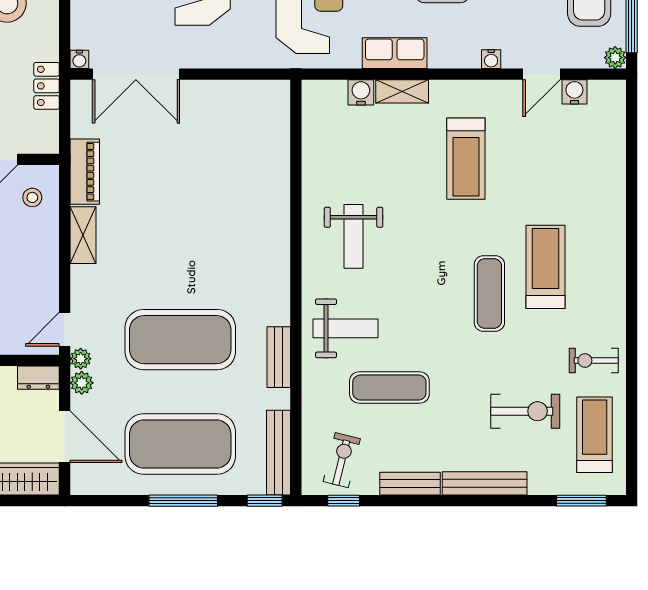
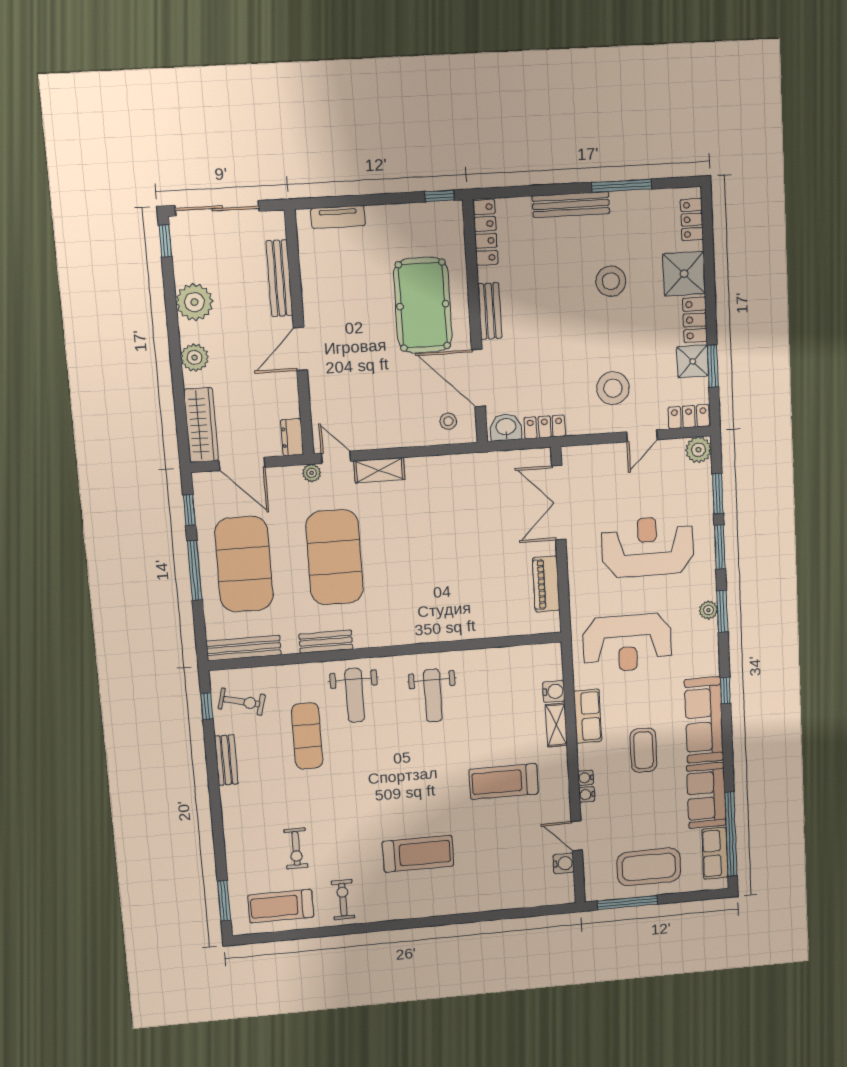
plant: (615, 58) -> (593, 893), removed
water cooler: (79, 59) -> (586, 778), moved
washbasin: (44, 131) -> (506, 427), added
piano: (85, 172) -> (546, 584), moved, turned 90
shelving: (83, 235) -> (379, 470), moved
weight bench: (354, 236) -> (433, 696), turned -90
exercise mat: (489, 293) -> (393, 811), removed
plant: (82, 383) -> (290, 475), removed
exercise bike: (525, 411) -> (296, 849), width x0.73, depth x0.72
treadmill: (595, 435) -> (281, 906), turned 180
door: (65, 437) -> (242, 464), hinge flipped
bench: (485, 483) -> (232, 821), removed
window: (265, 501) -> (189, 510), moved

